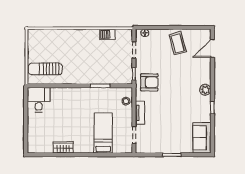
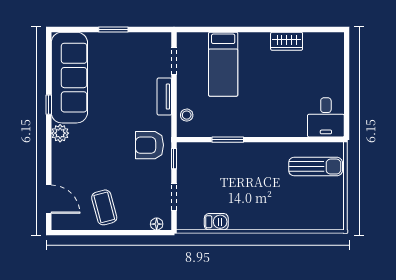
door: (212, 48) -> (49, 199), hinge flipped
sofa: (202, 138) -> (69, 78), width x1.85, depth x1.27

